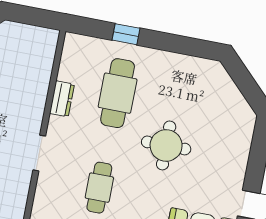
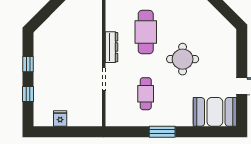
dresser: (62, 99) -> (111, 47), width x1.44

